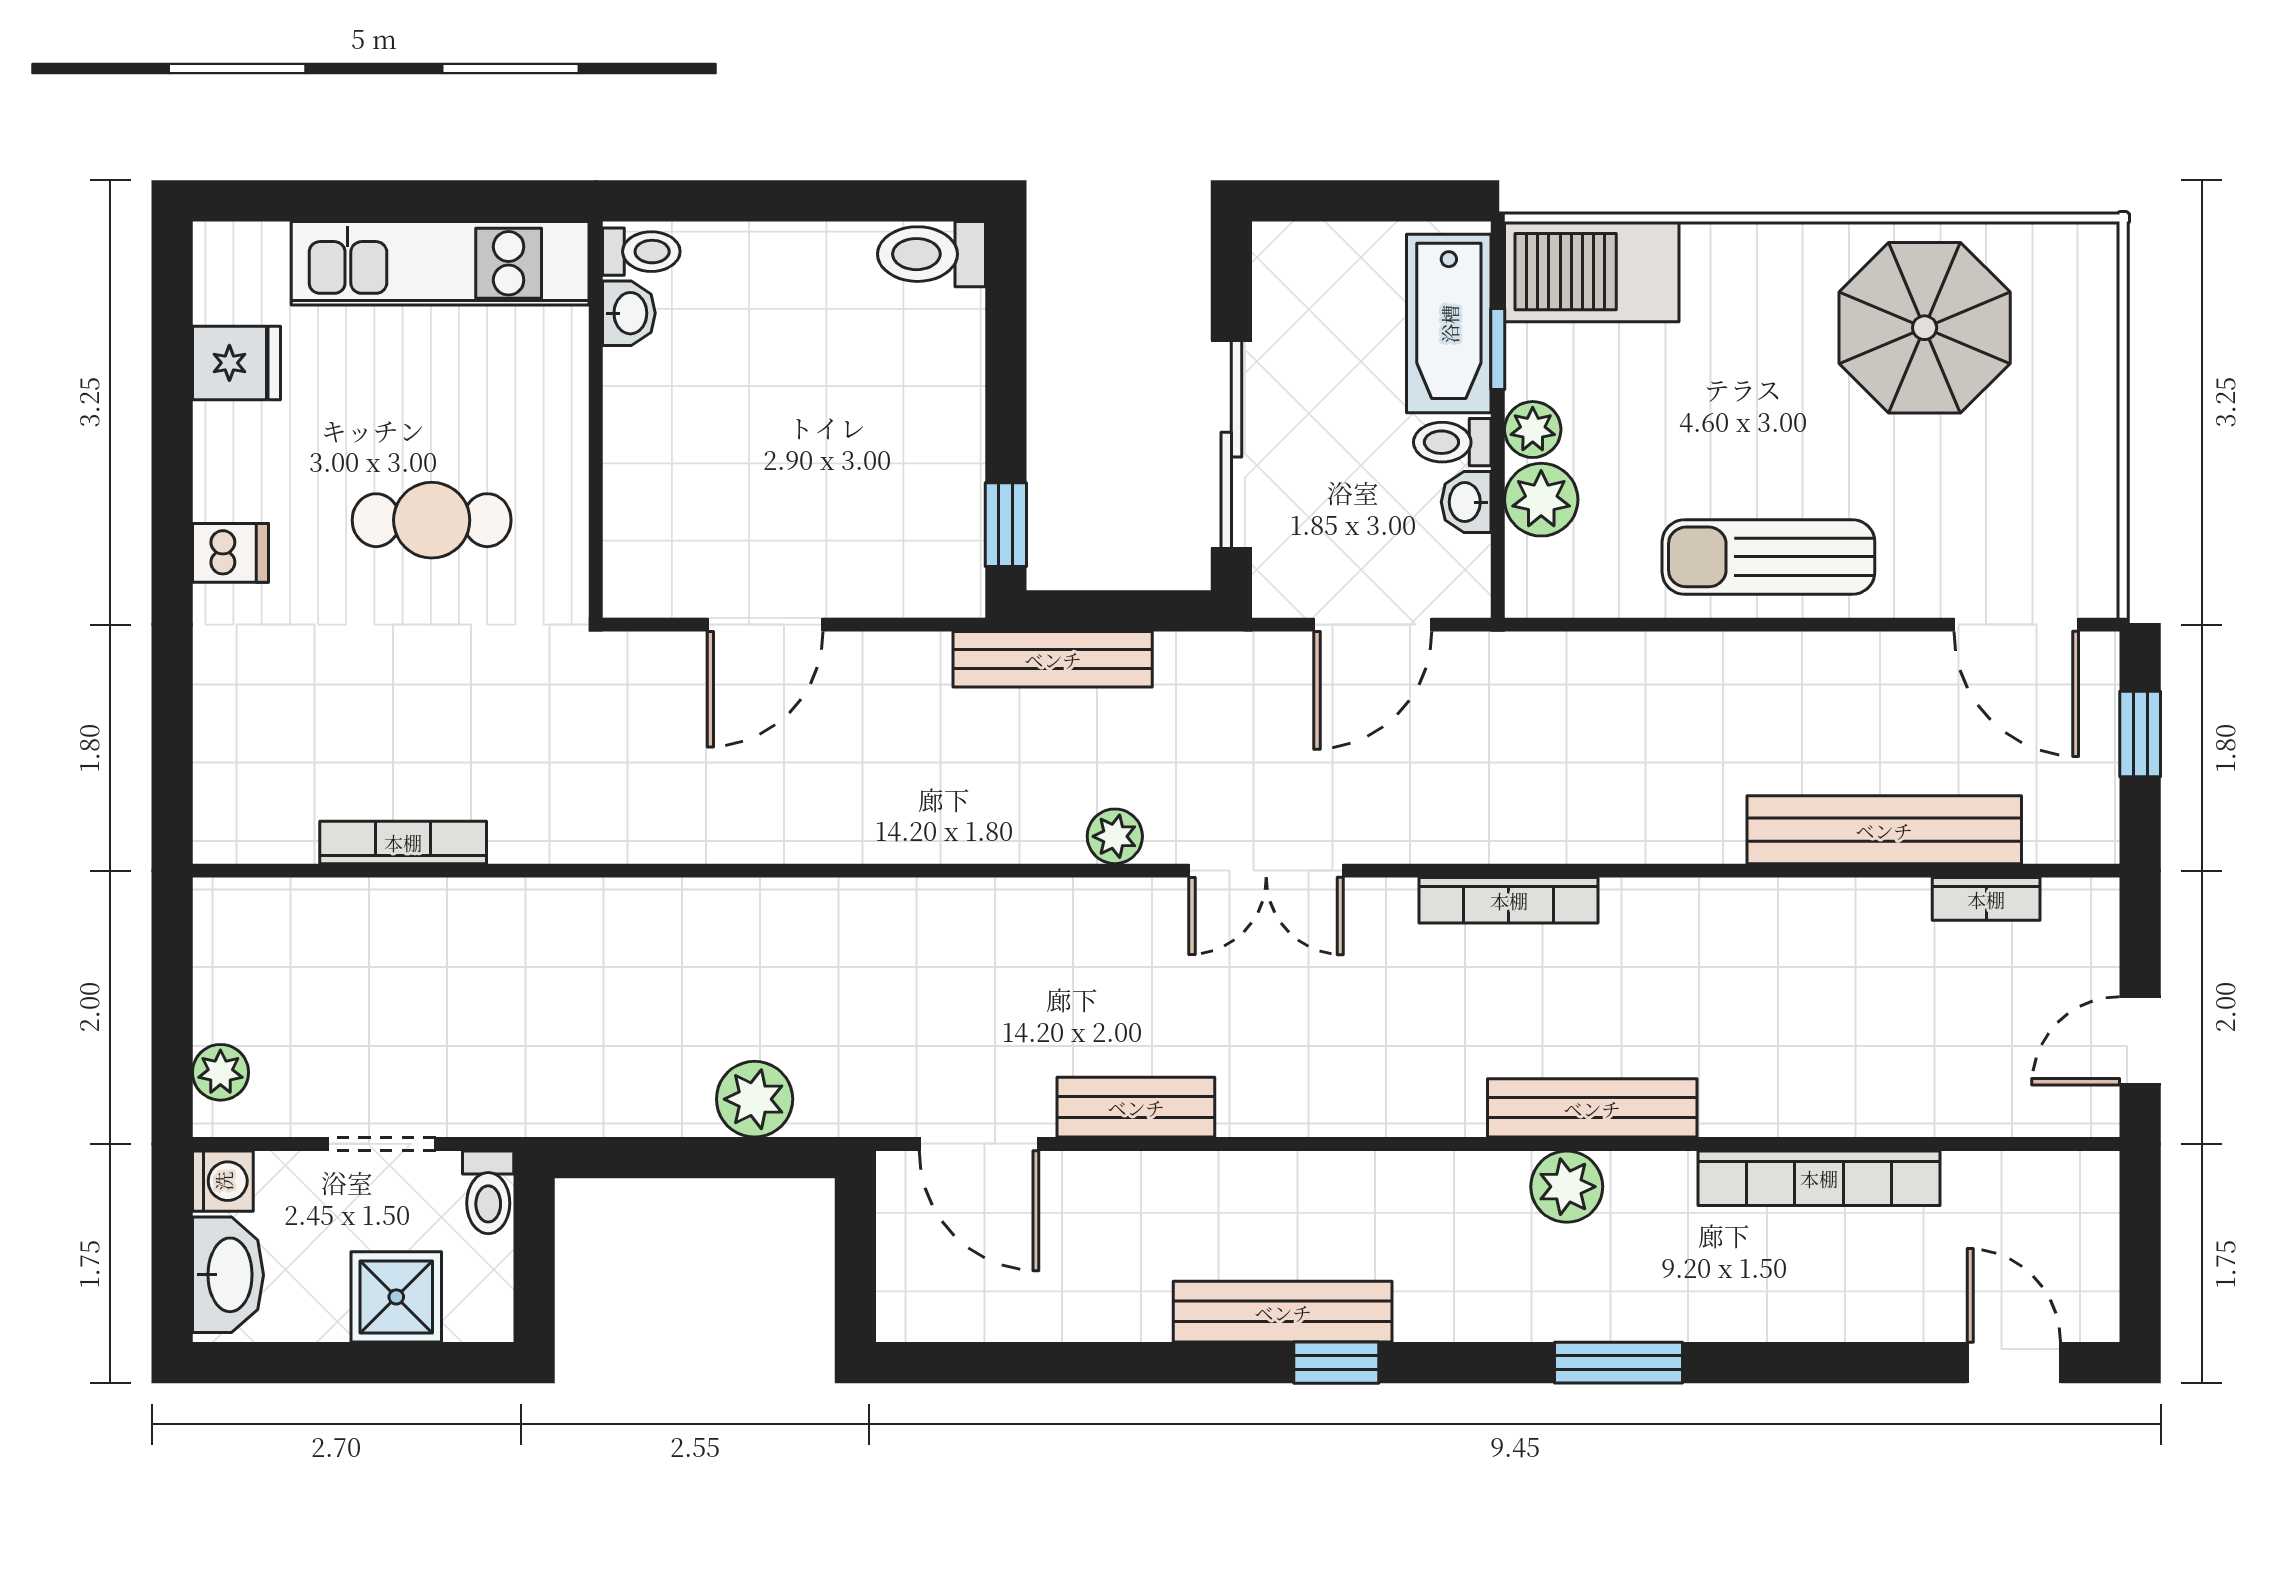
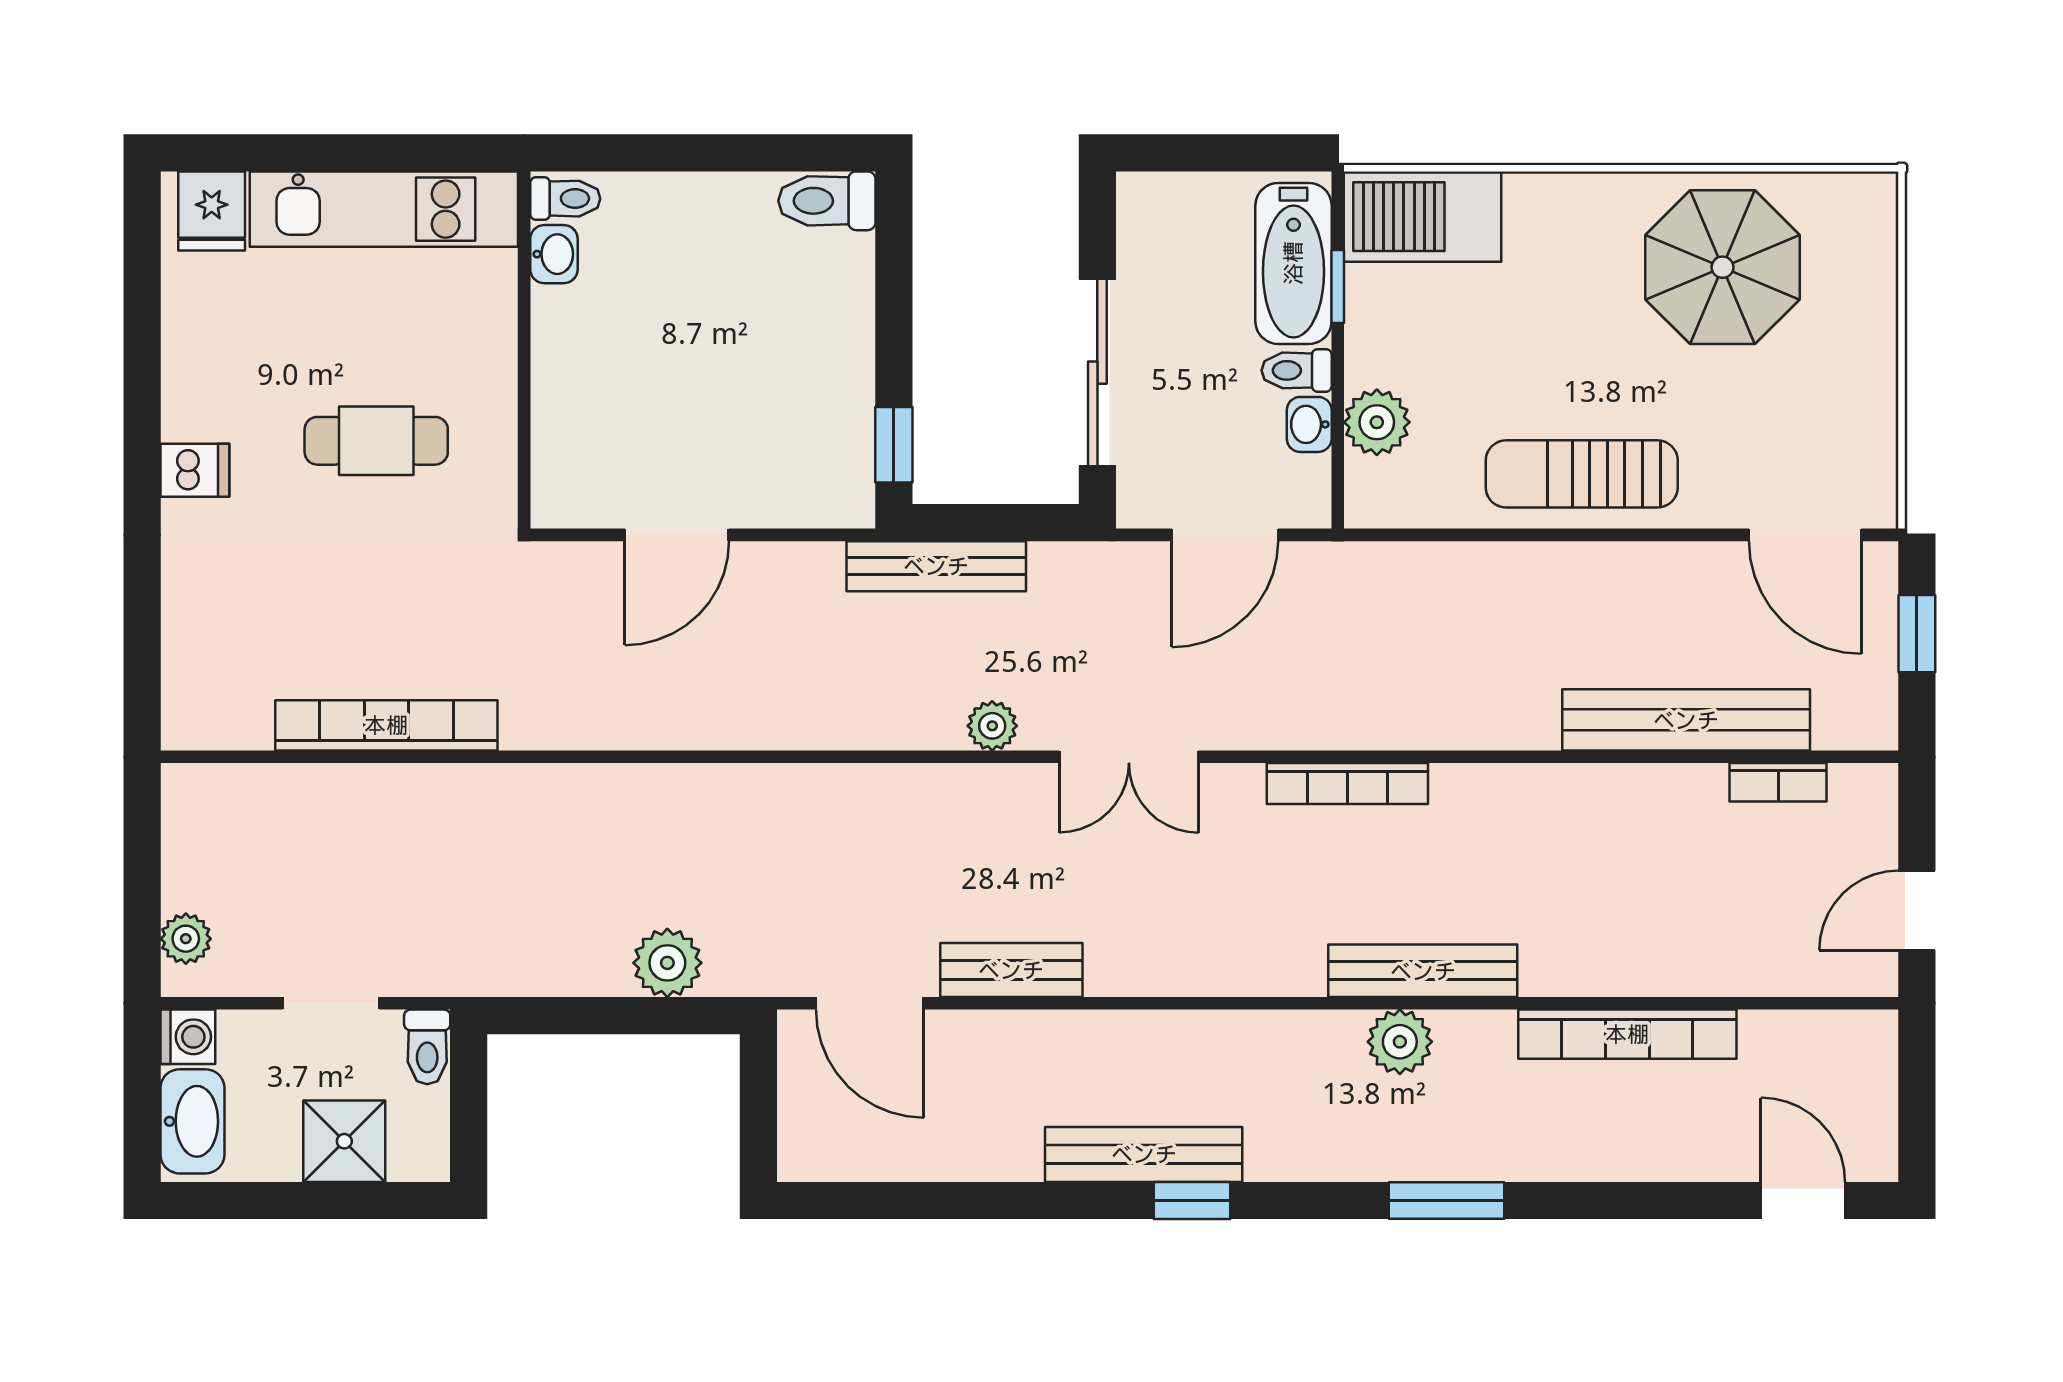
fridge: (237, 363) -> (212, 211), moved, turned 90
plant: (1533, 430) -> (1369, 359), removed
bookcase: (403, 842) -> (386, 725), width x1.48, depth x1.31

